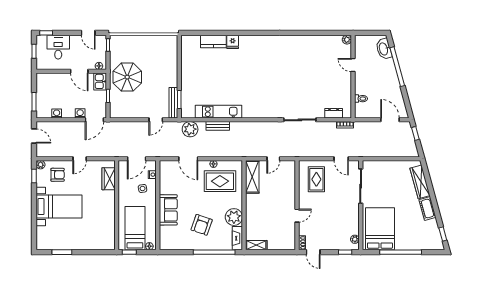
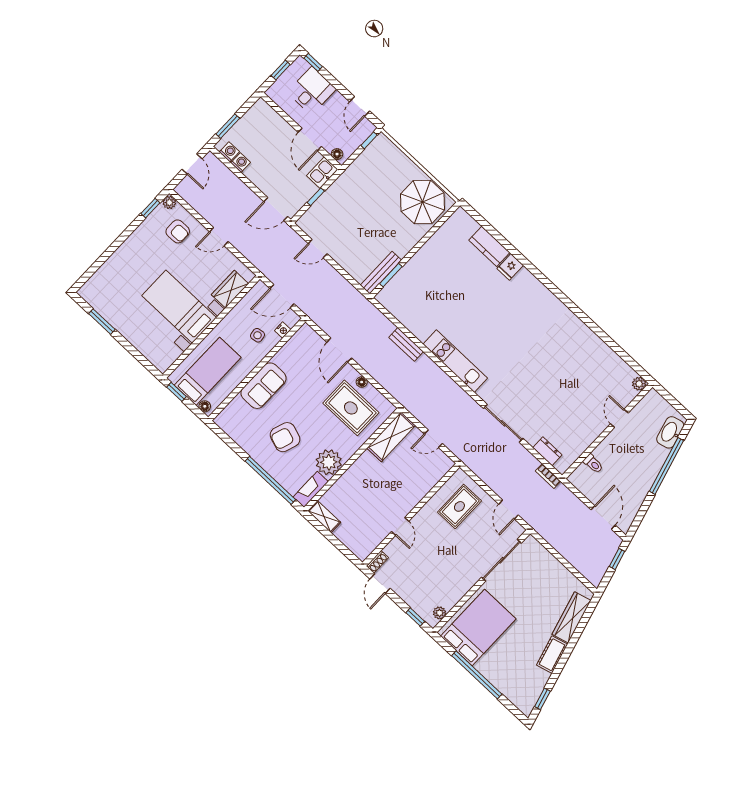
parasol: (127, 77) -> (423, 202), moved
kitchen unit: (218, 112) -> (455, 361), moved
washing machine: (80, 113) -> (229, 152), moved
door: (156, 120) -> (318, 249), moved
plant: (190, 129) -> (372, 319), removed
bed with nightstands: (59, 207) -> (179, 307), moved, turned 180
door: (297, 216) -> (400, 526), hinge flipped

